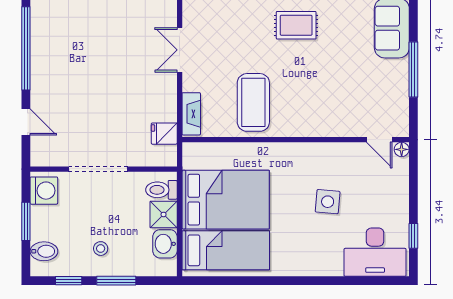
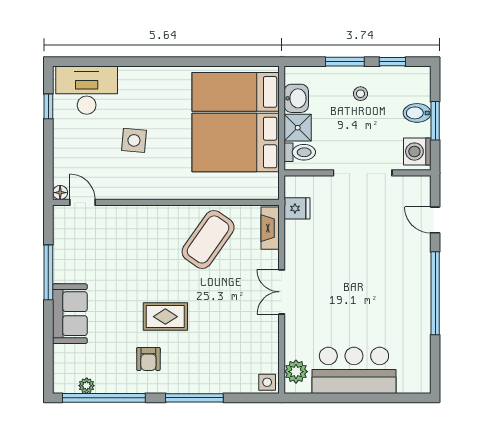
double door: (180, 50) -> (282, 292), swing flipped
coffee table: (253, 102) -> (208, 239), turned 35
bidet: (44, 251) -> (417, 113), moved

